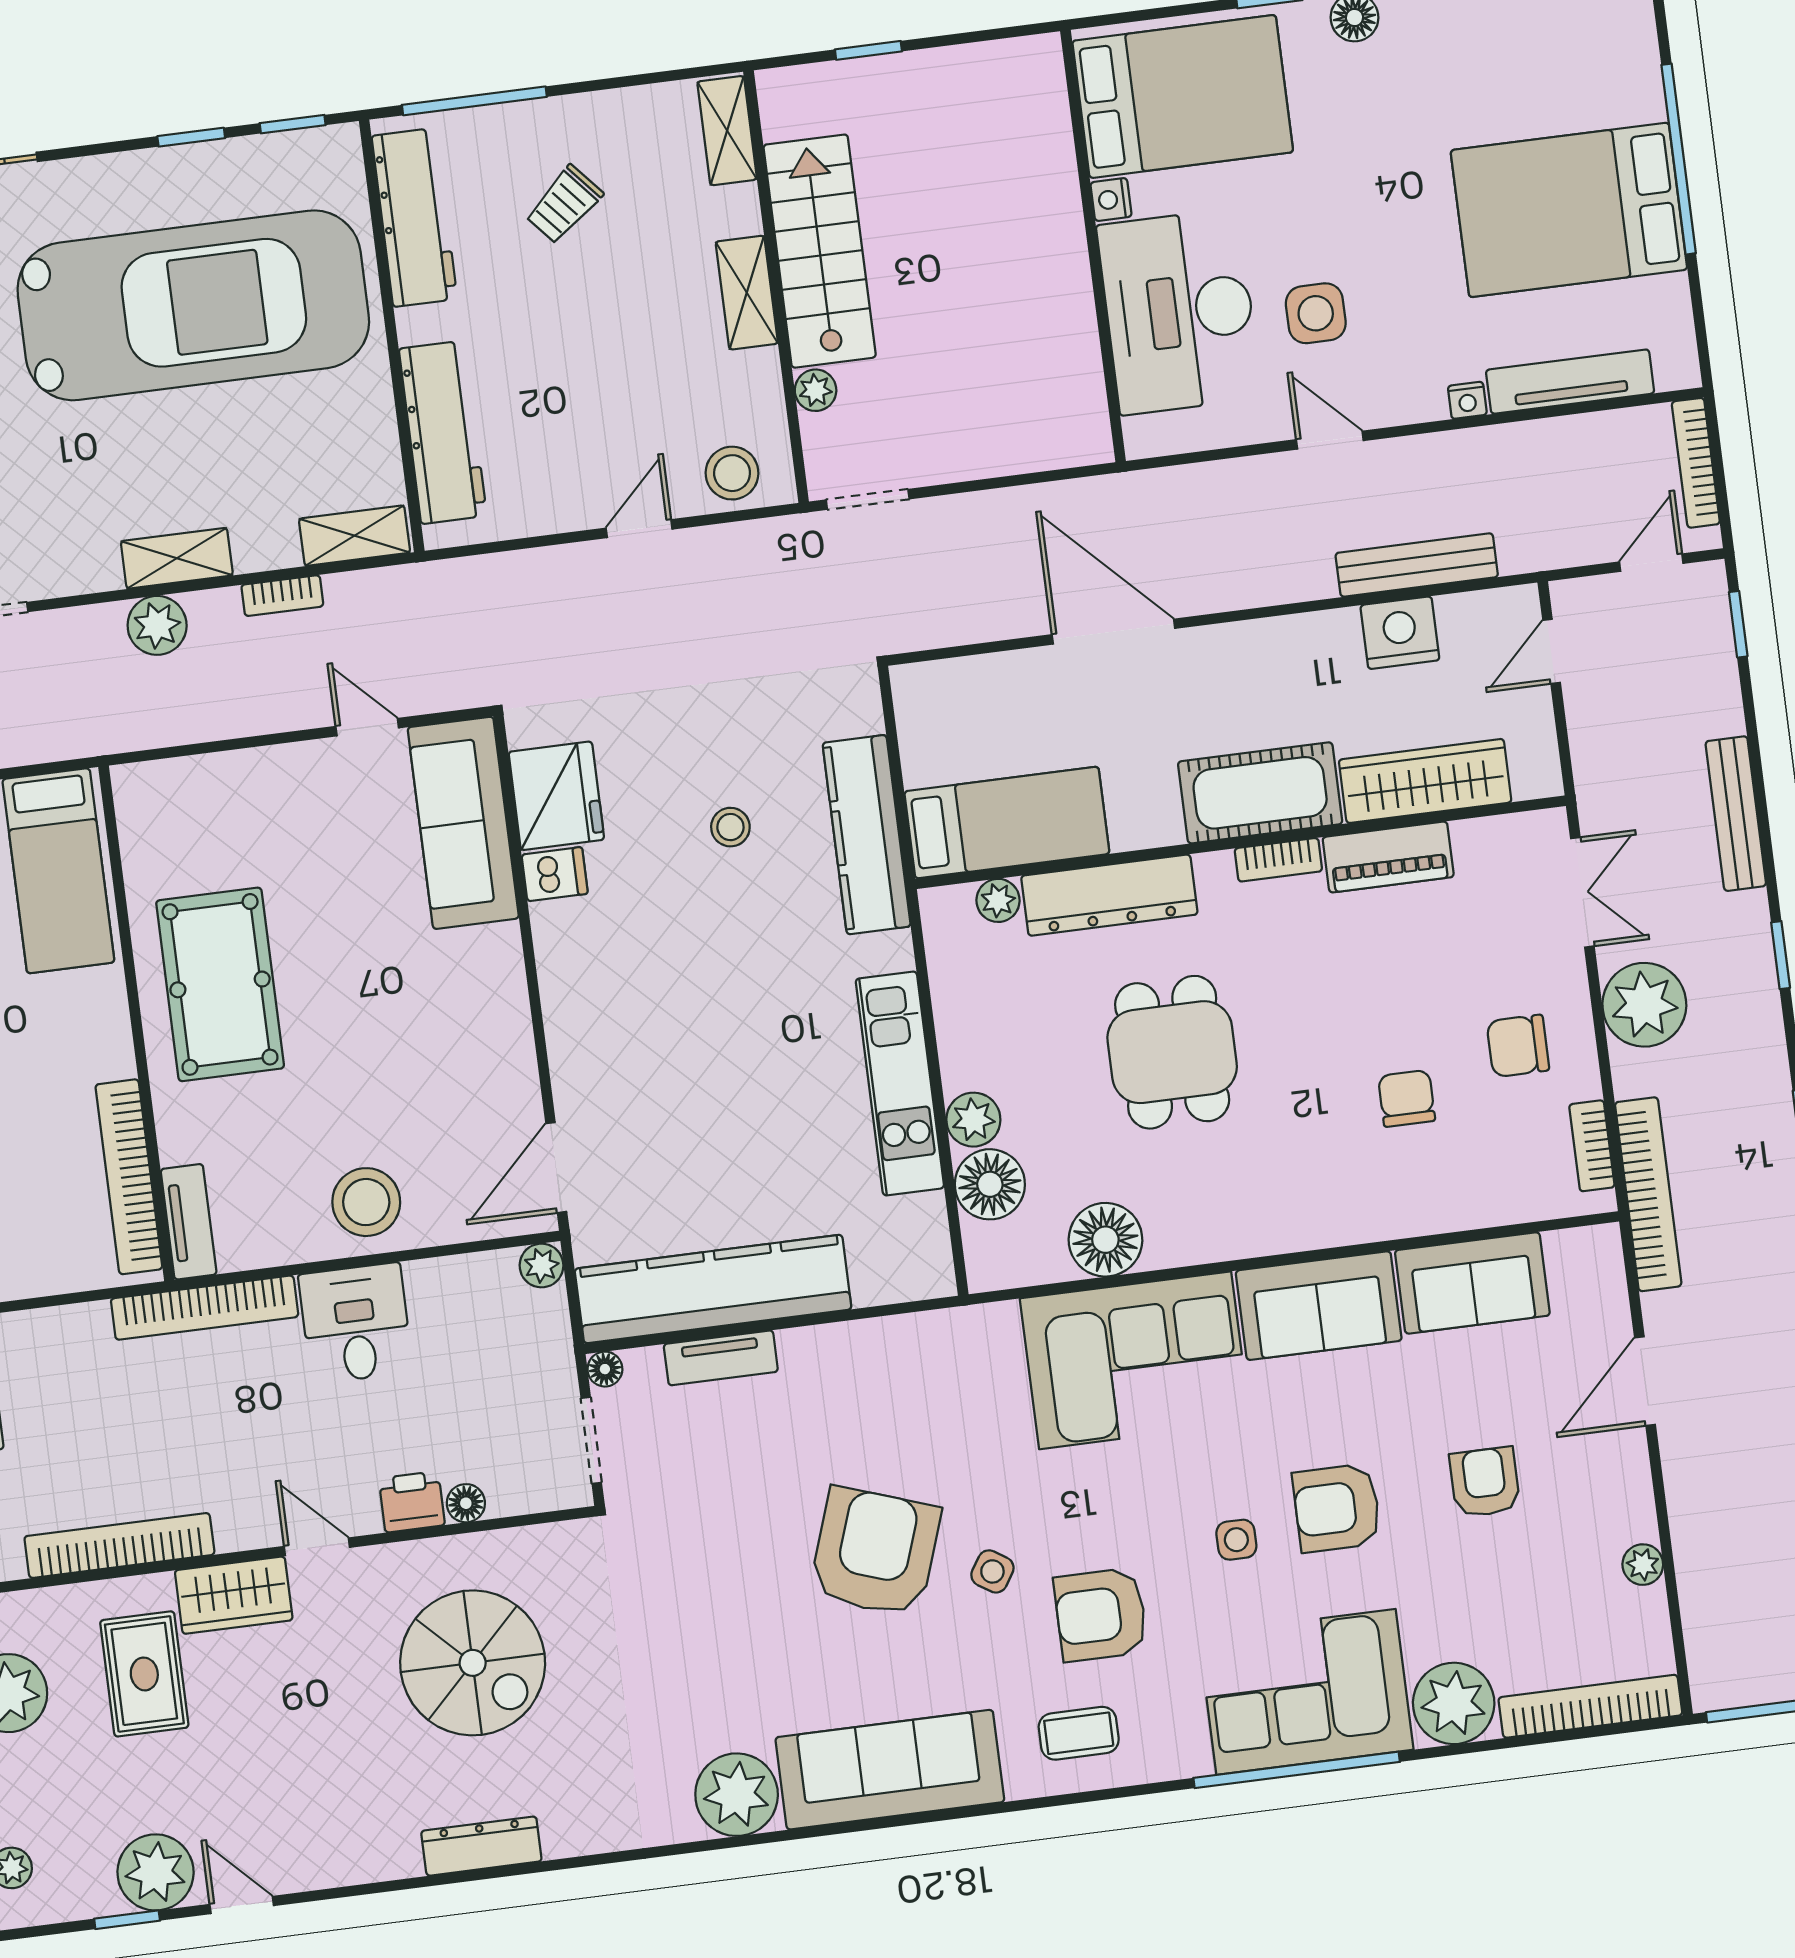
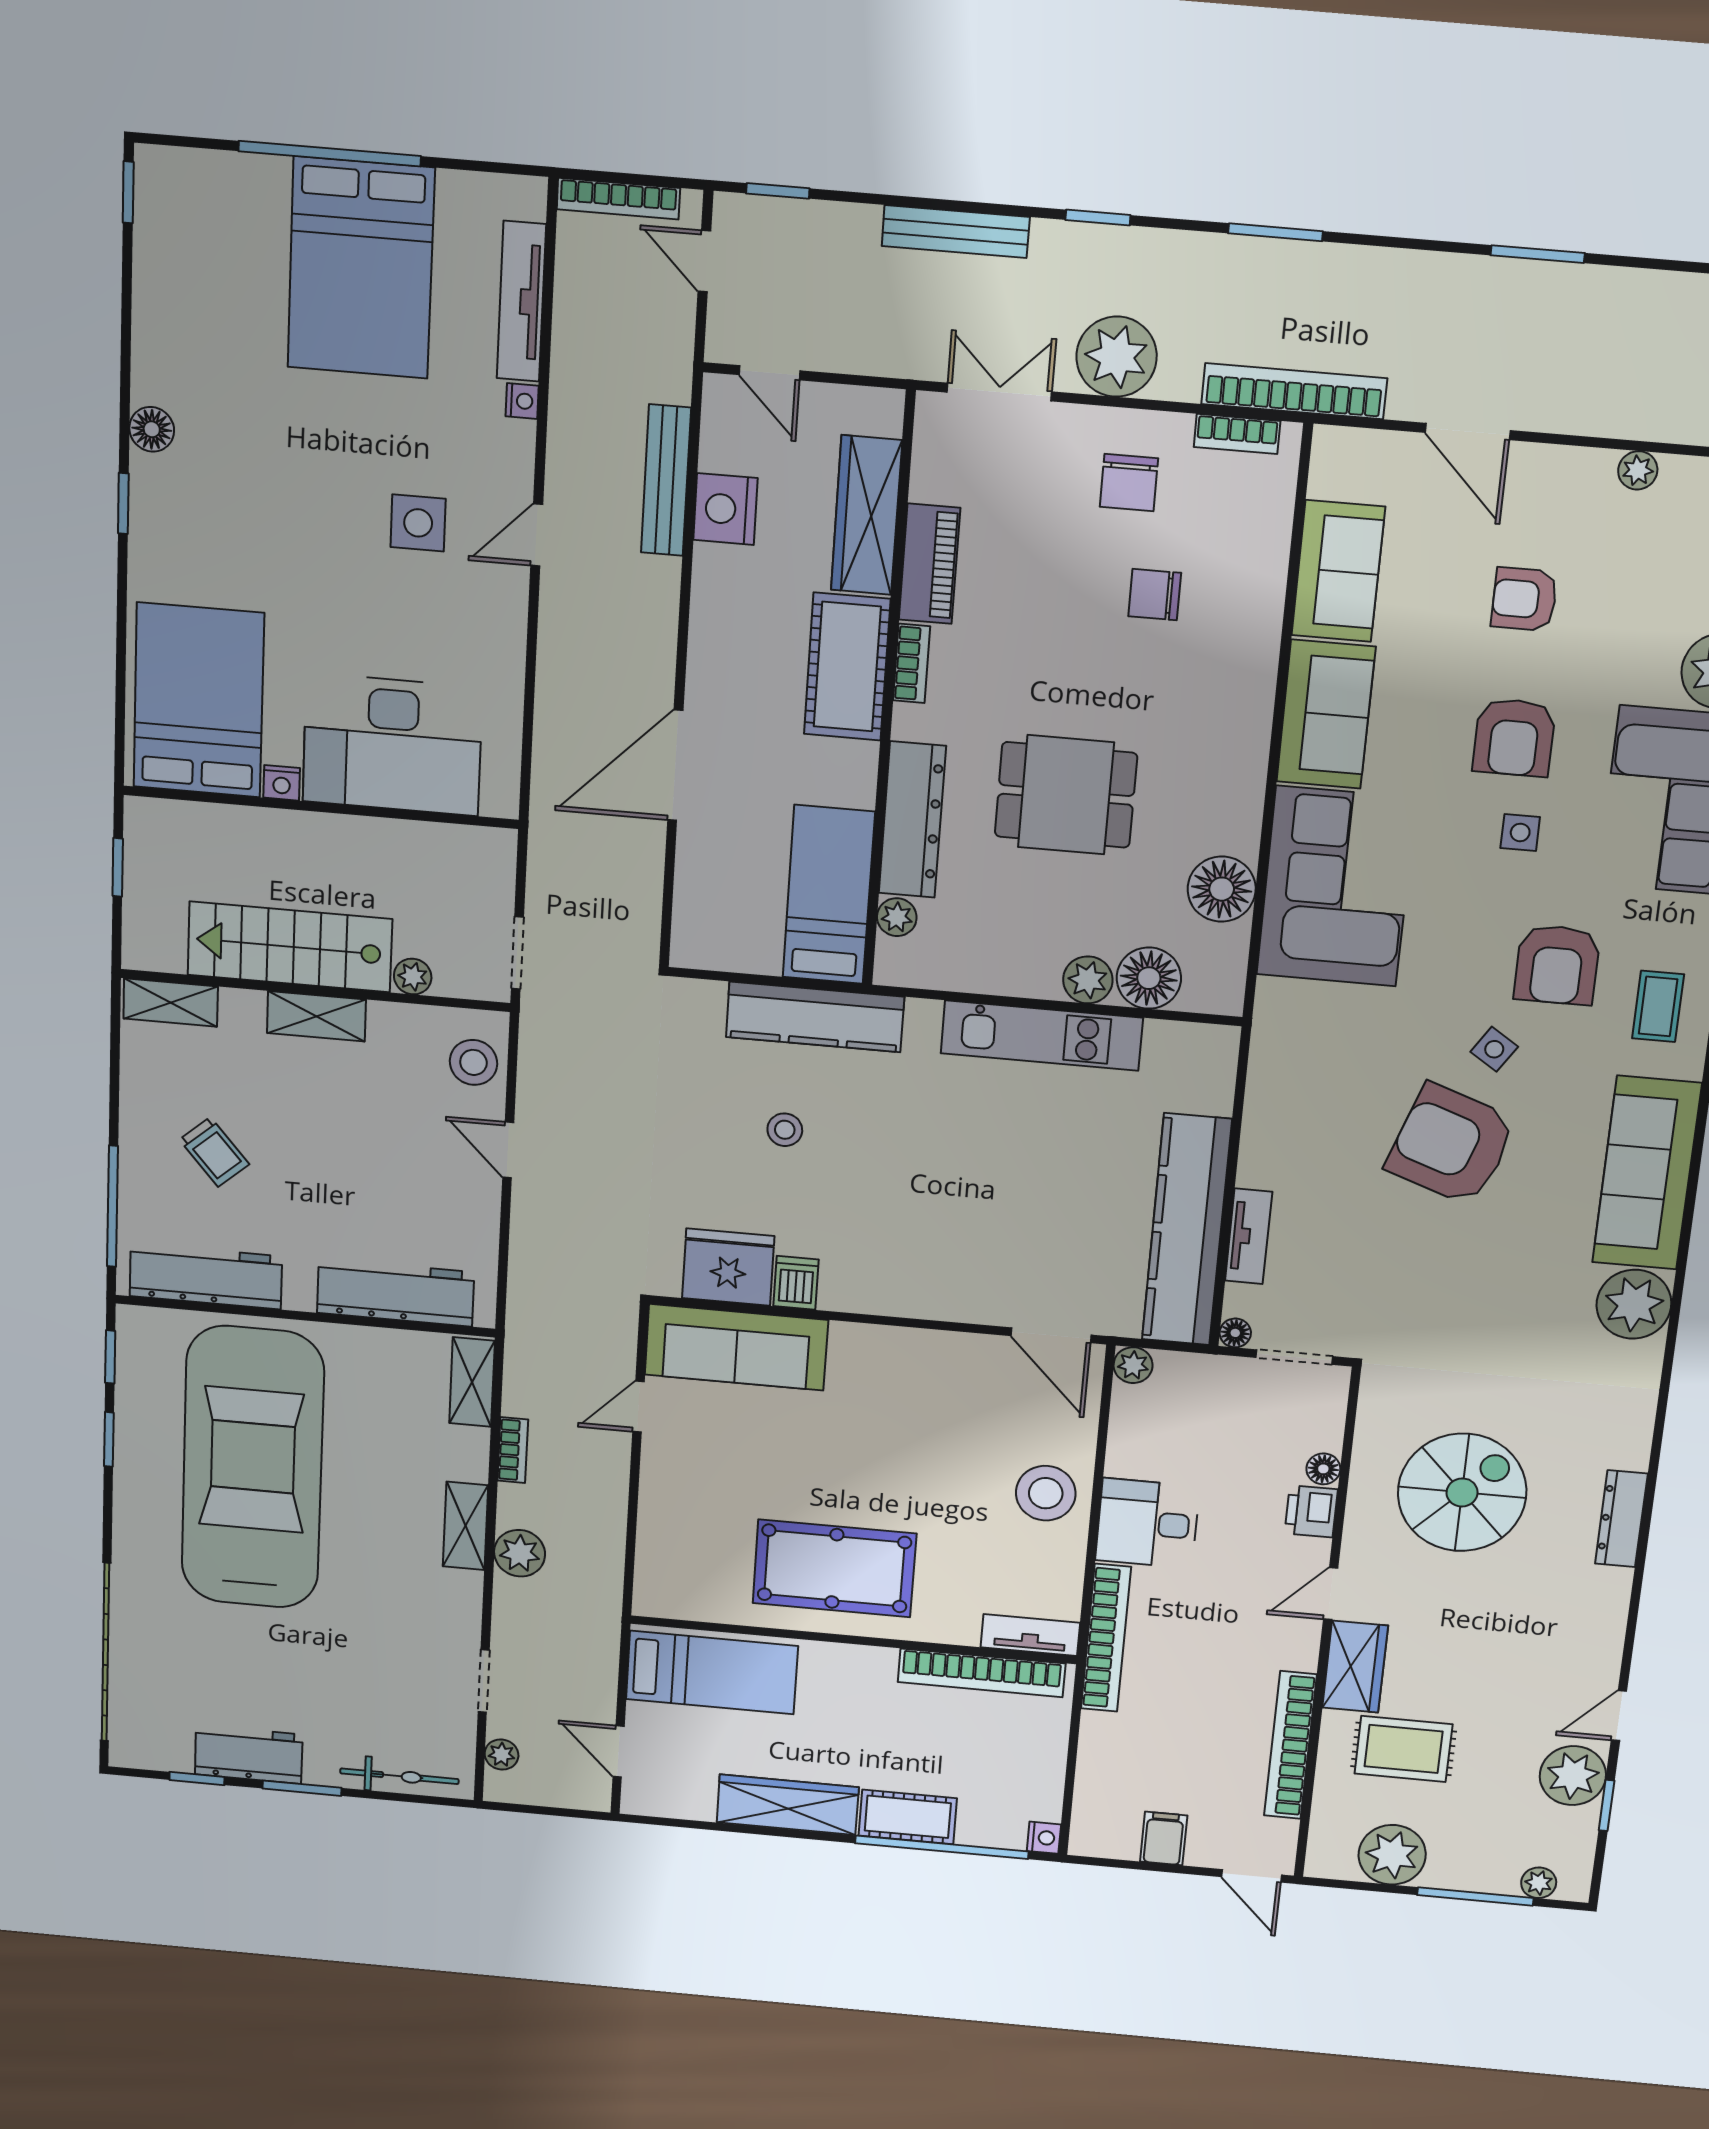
bed: (1183, 96) -> (199, 700), moved
nightstand: (1111, 200) -> (282, 783), moved
wall: (1093, 246) -> (321, 807), moved
desk: (1179, 312) -> (392, 745), moved

